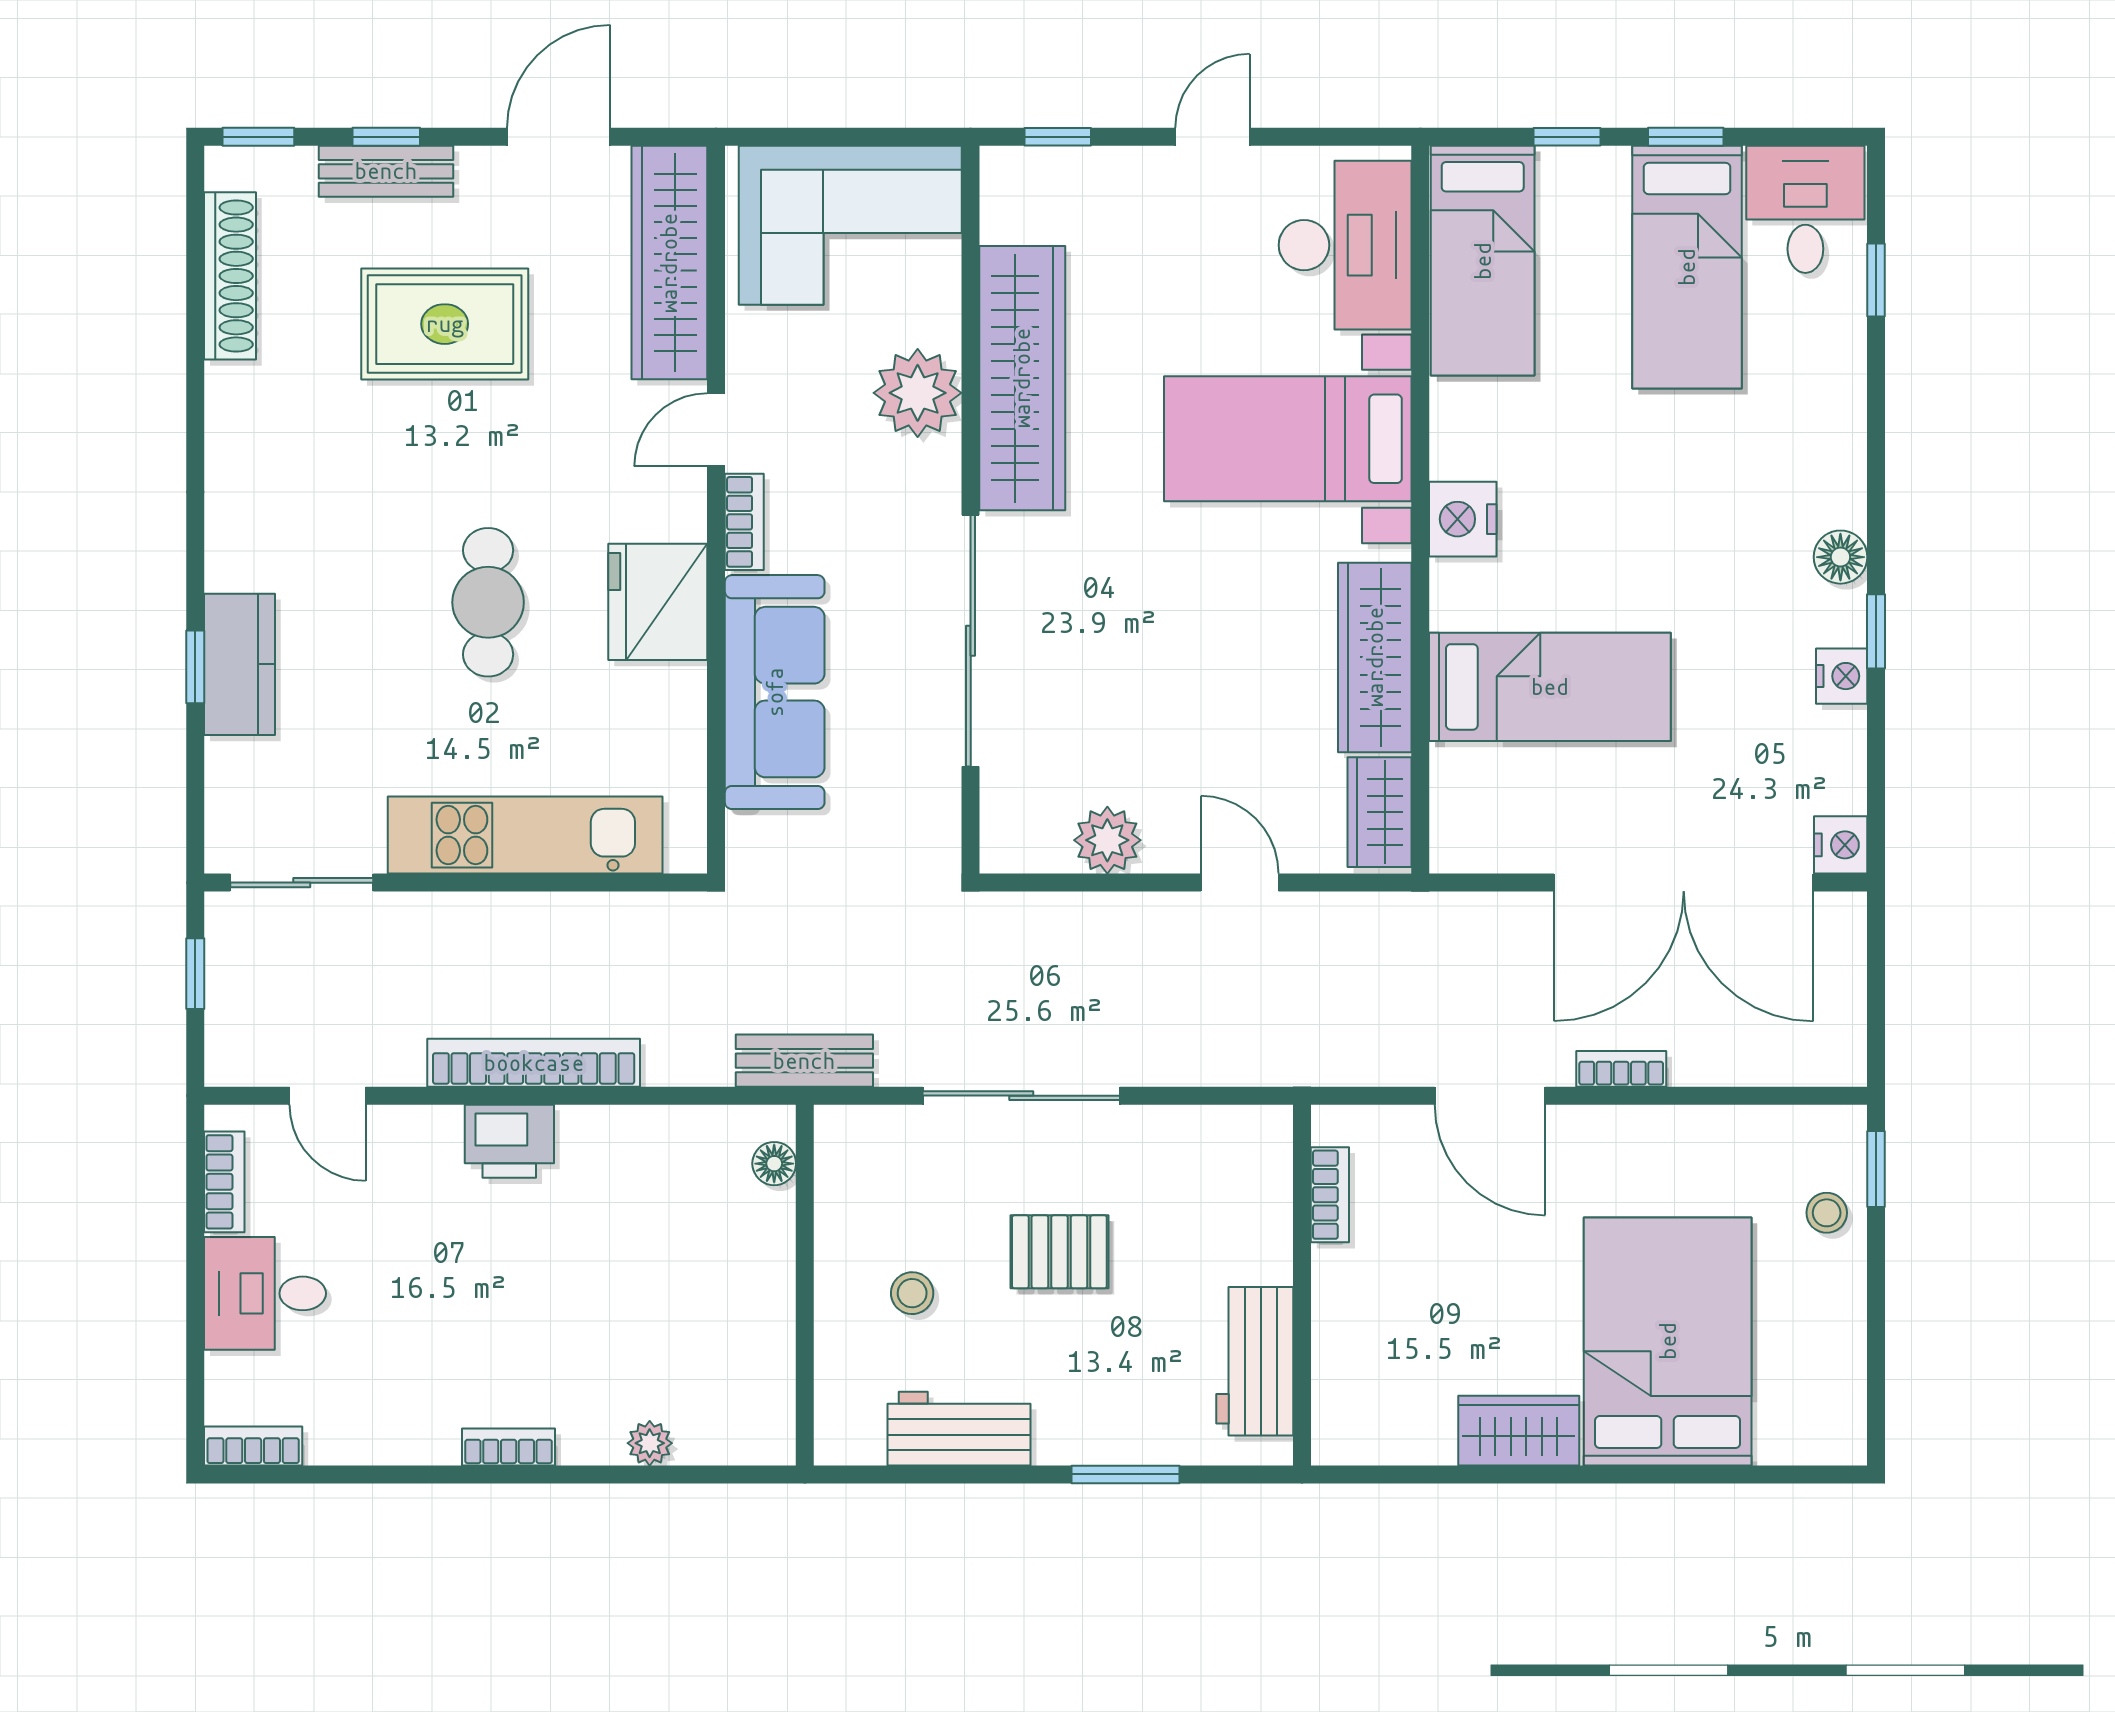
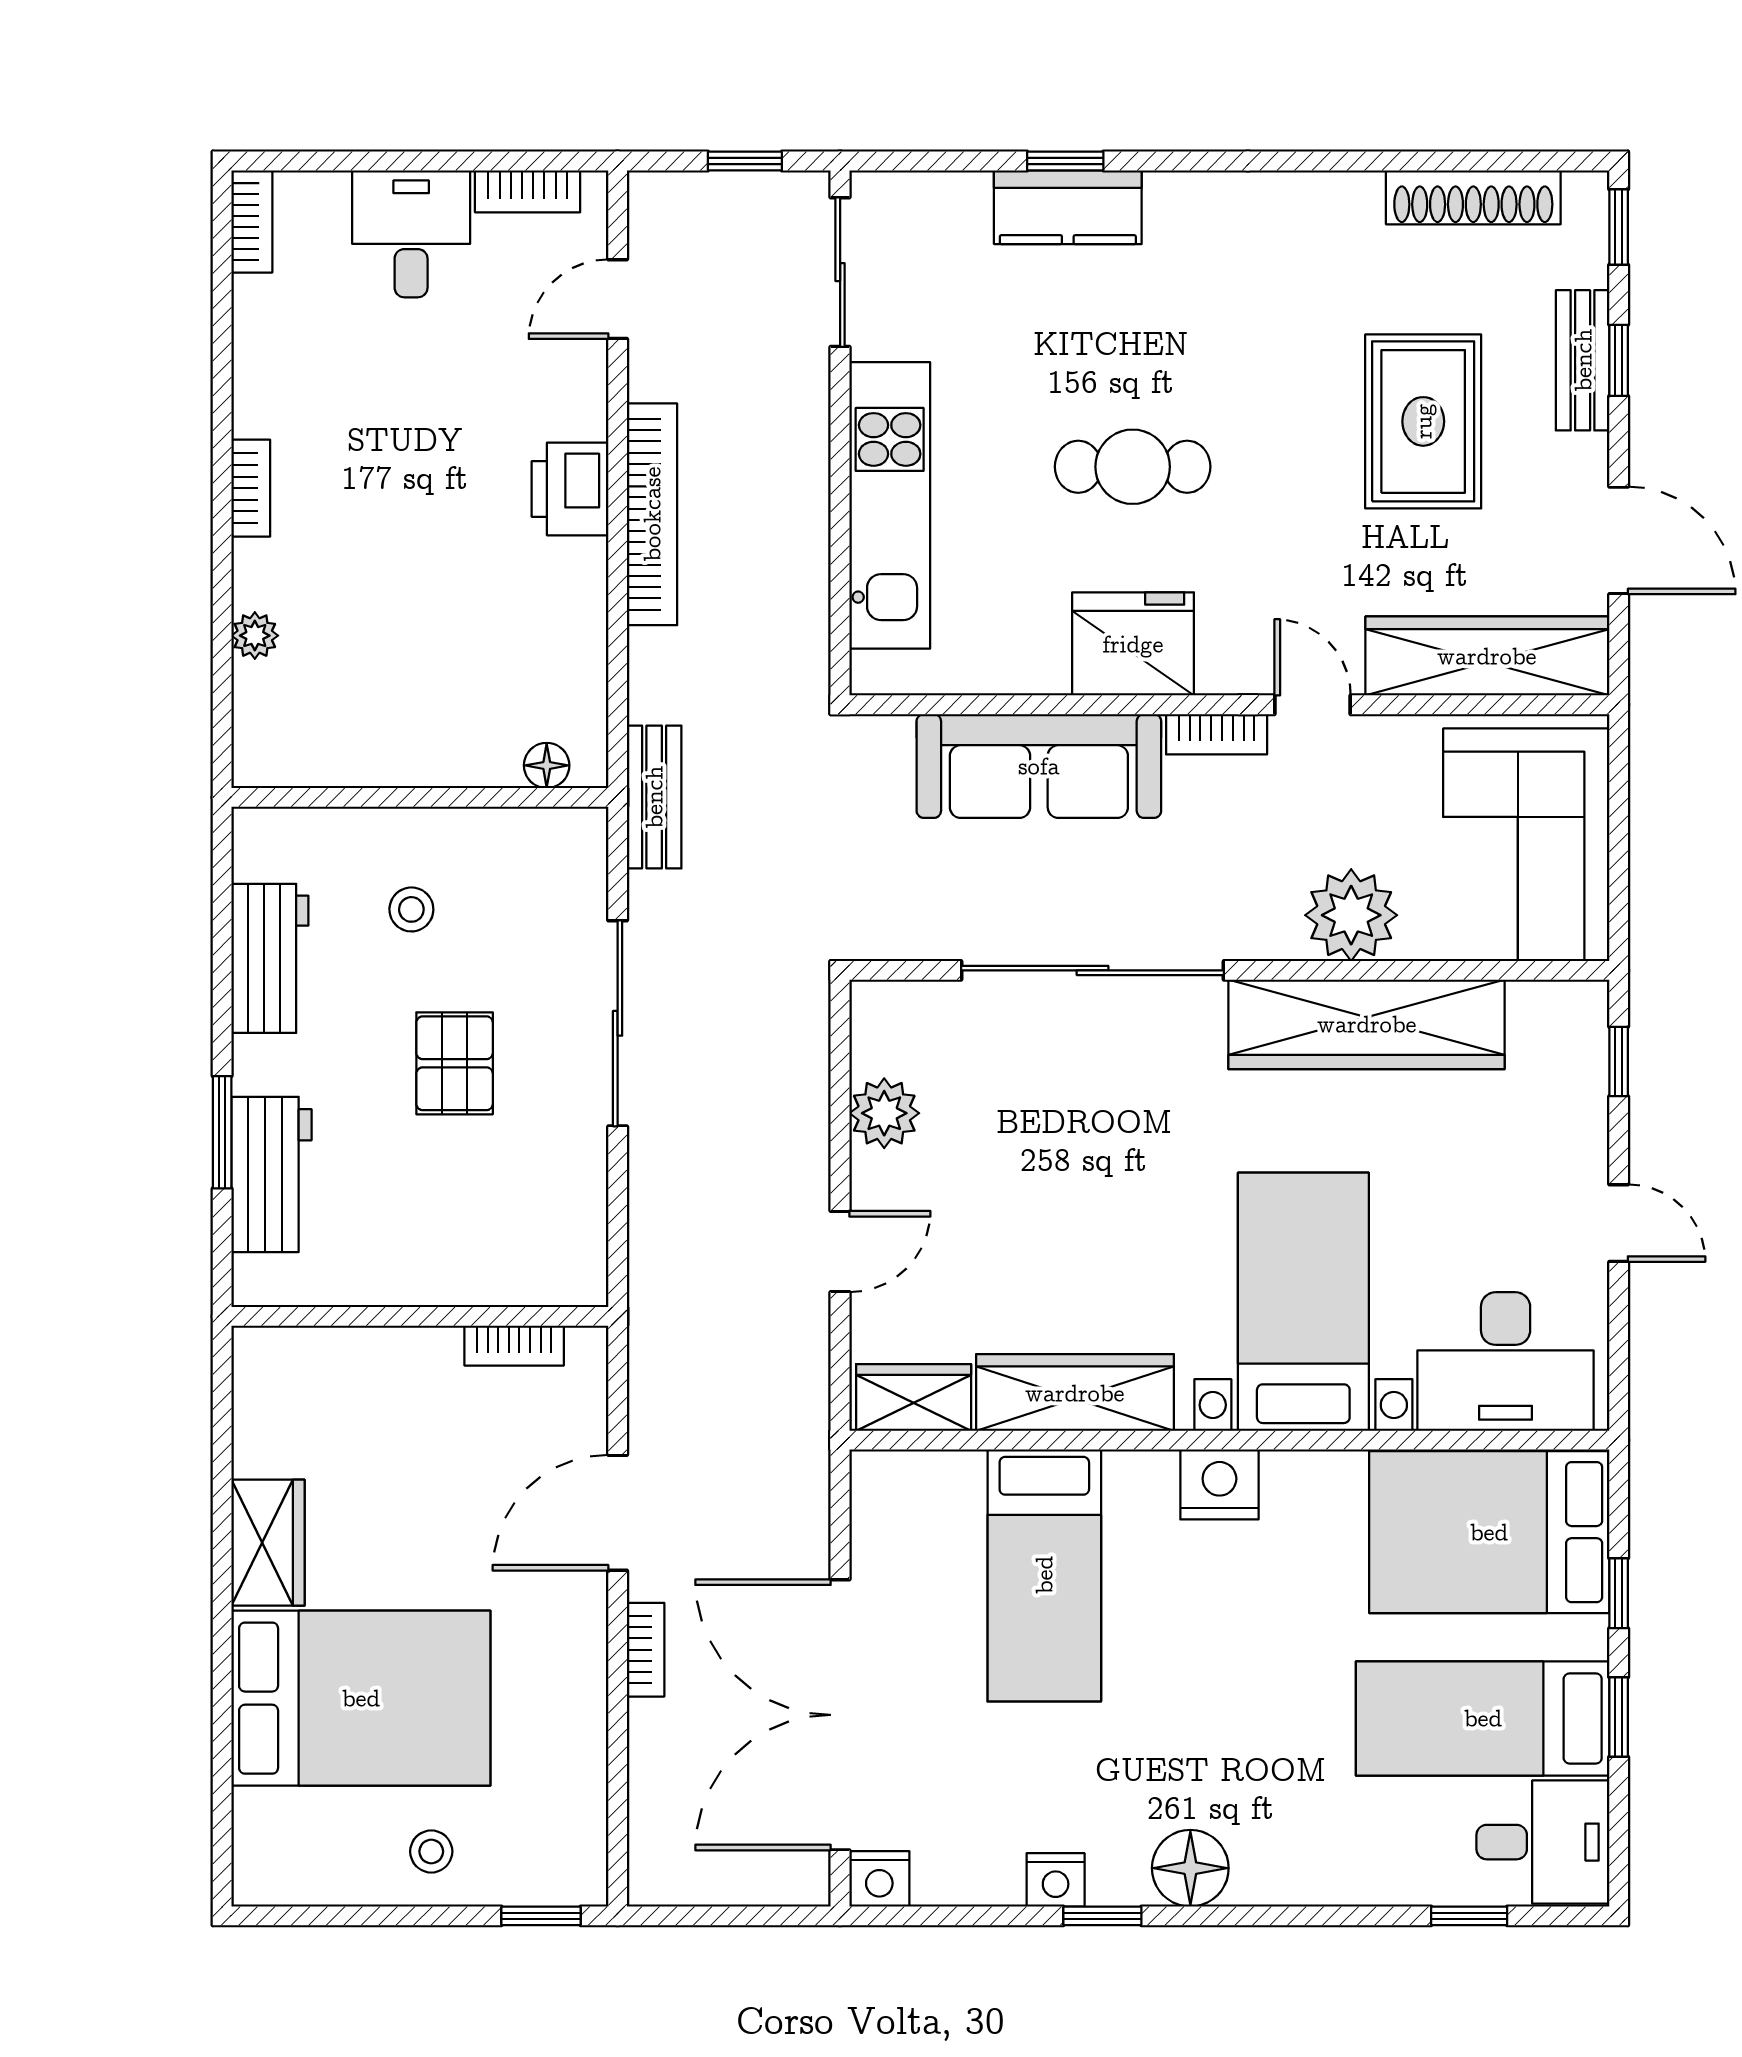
bed: (1483, 261) -> (1489, 1532), width x1.50
floor lamp: (1840, 557) -> (1190, 1868), width x1.38, depth x1.38
stool: (1827, 1213) -> (431, 1851), moved
workbench: (1255, 1361) -> (271, 1174), moved, turned 90

